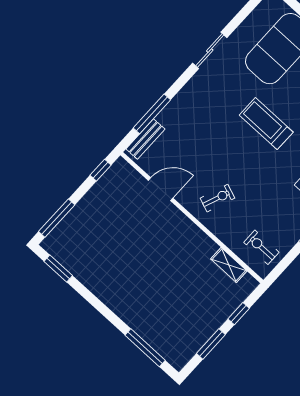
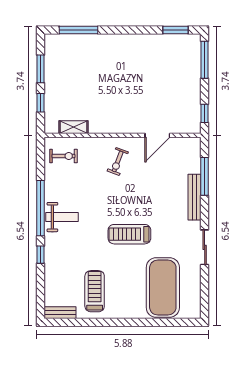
treadmill: (266, 124) -> (129, 234), turned 180
bench: (145, 139) -> (194, 197), moved, width x1.36

